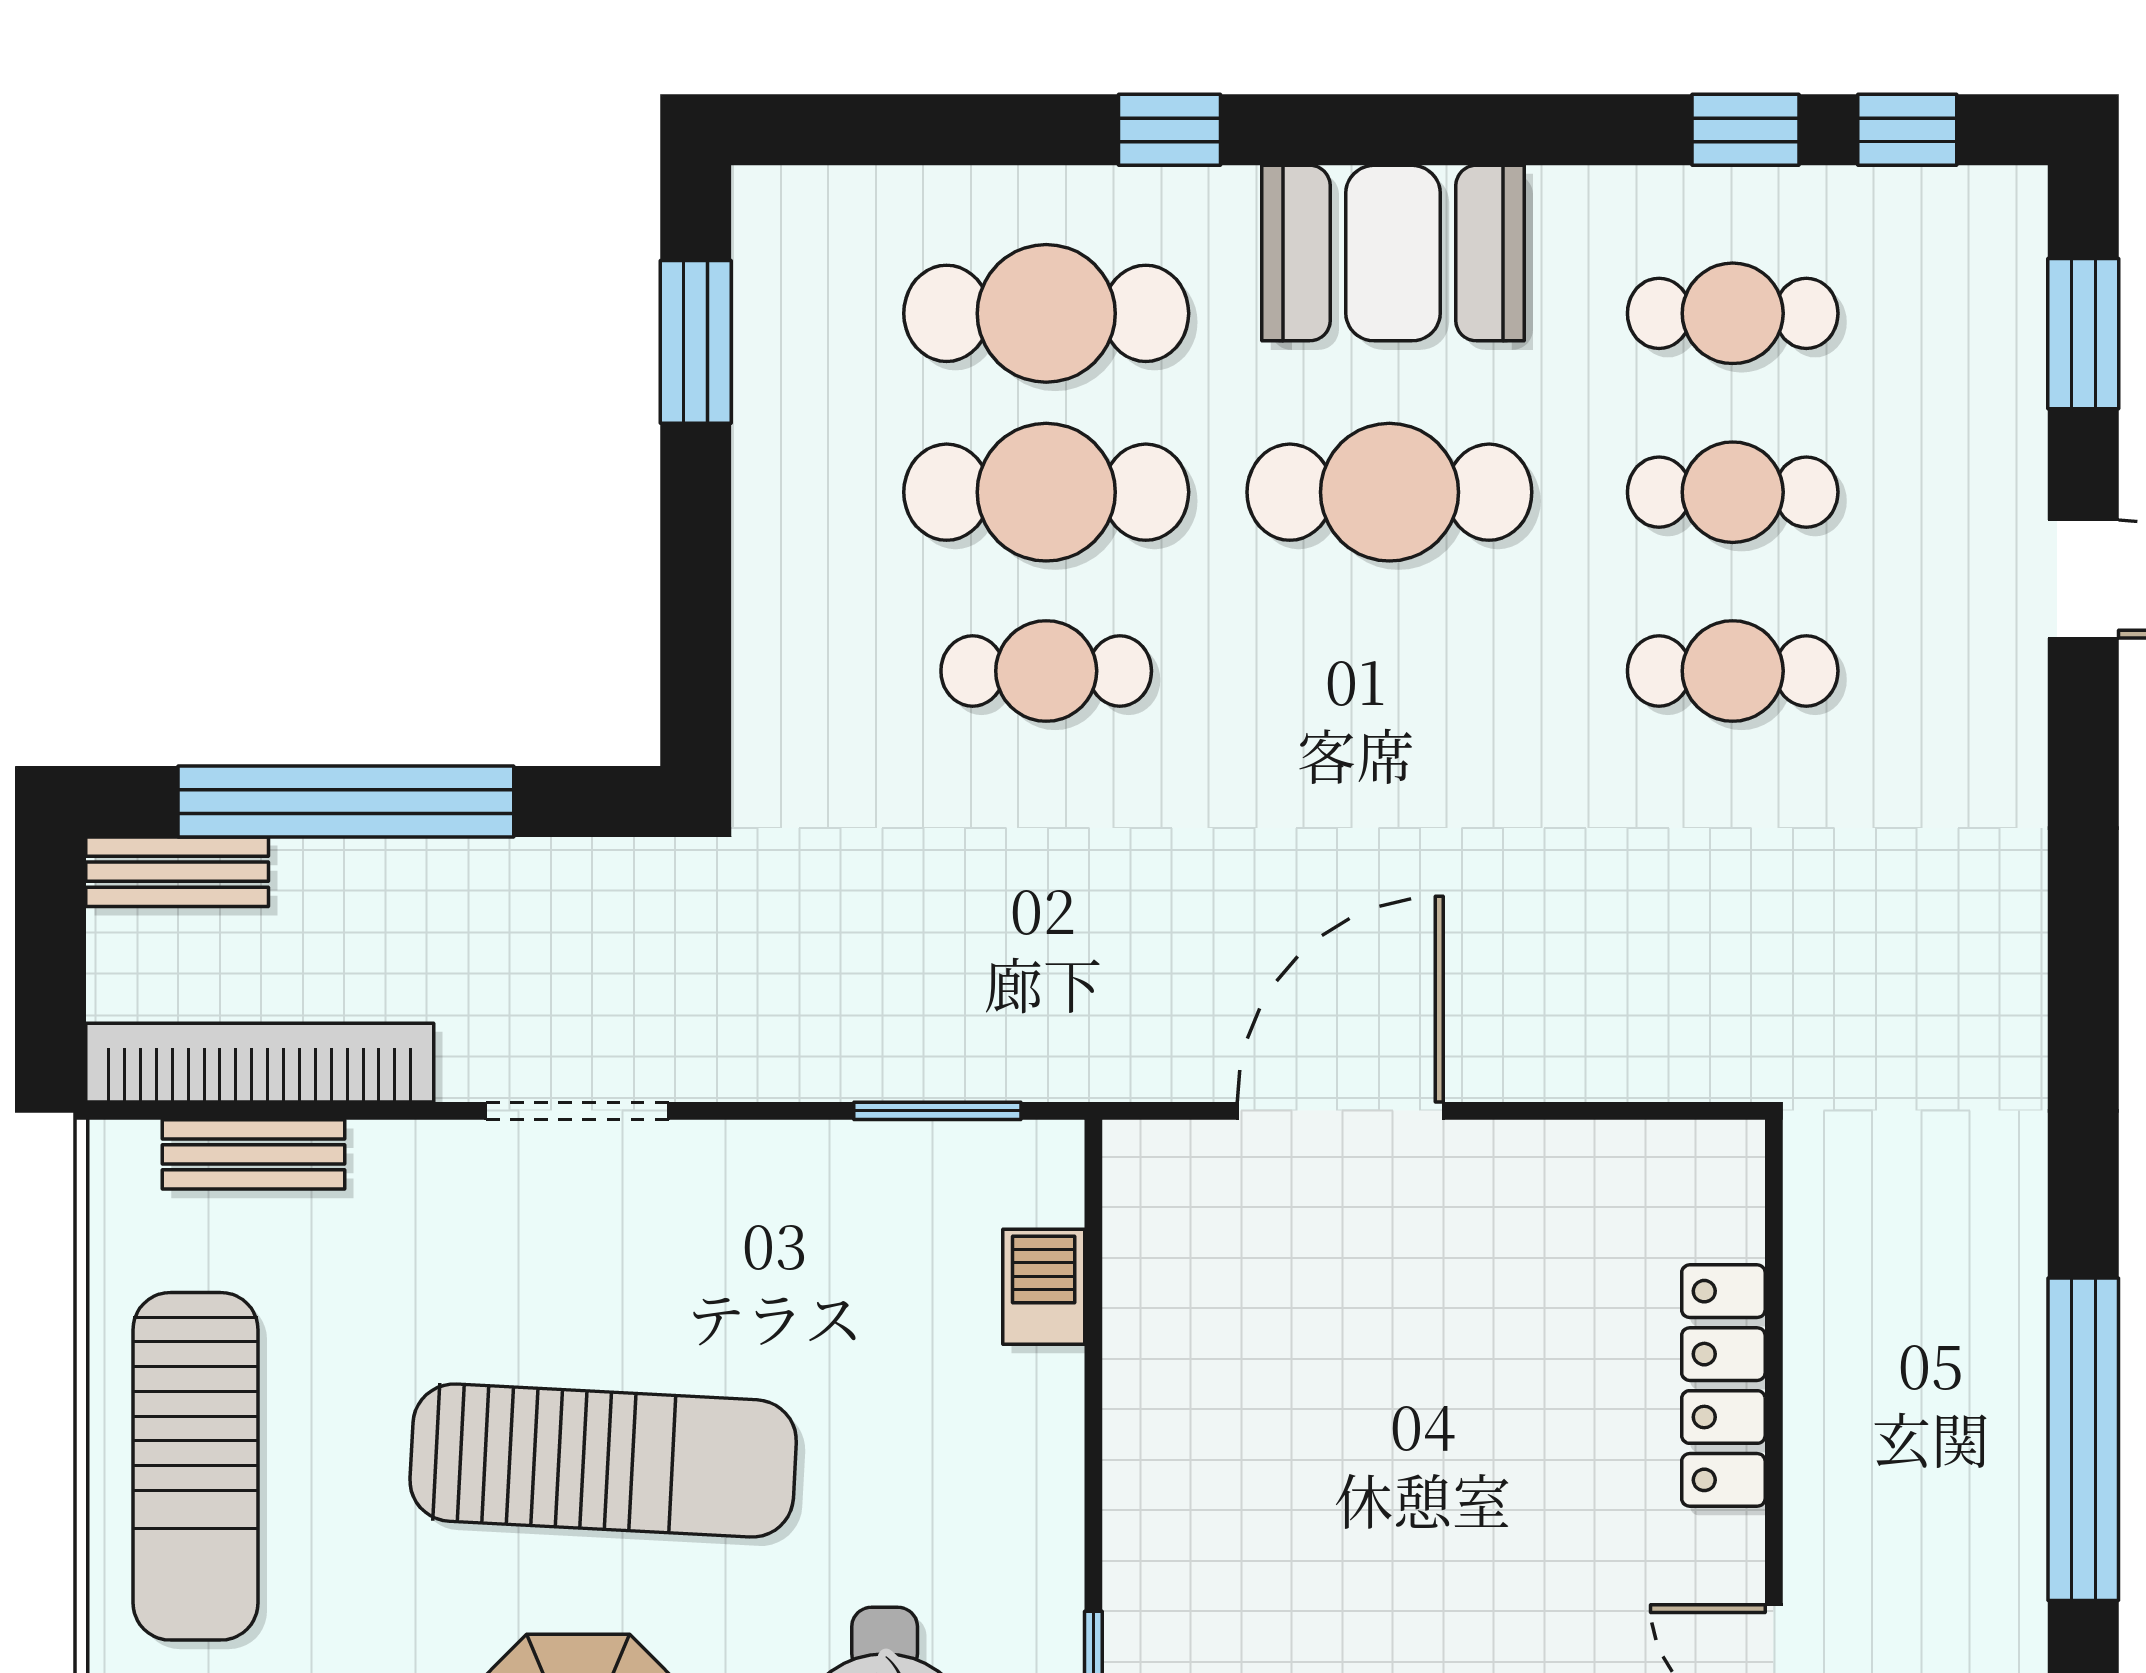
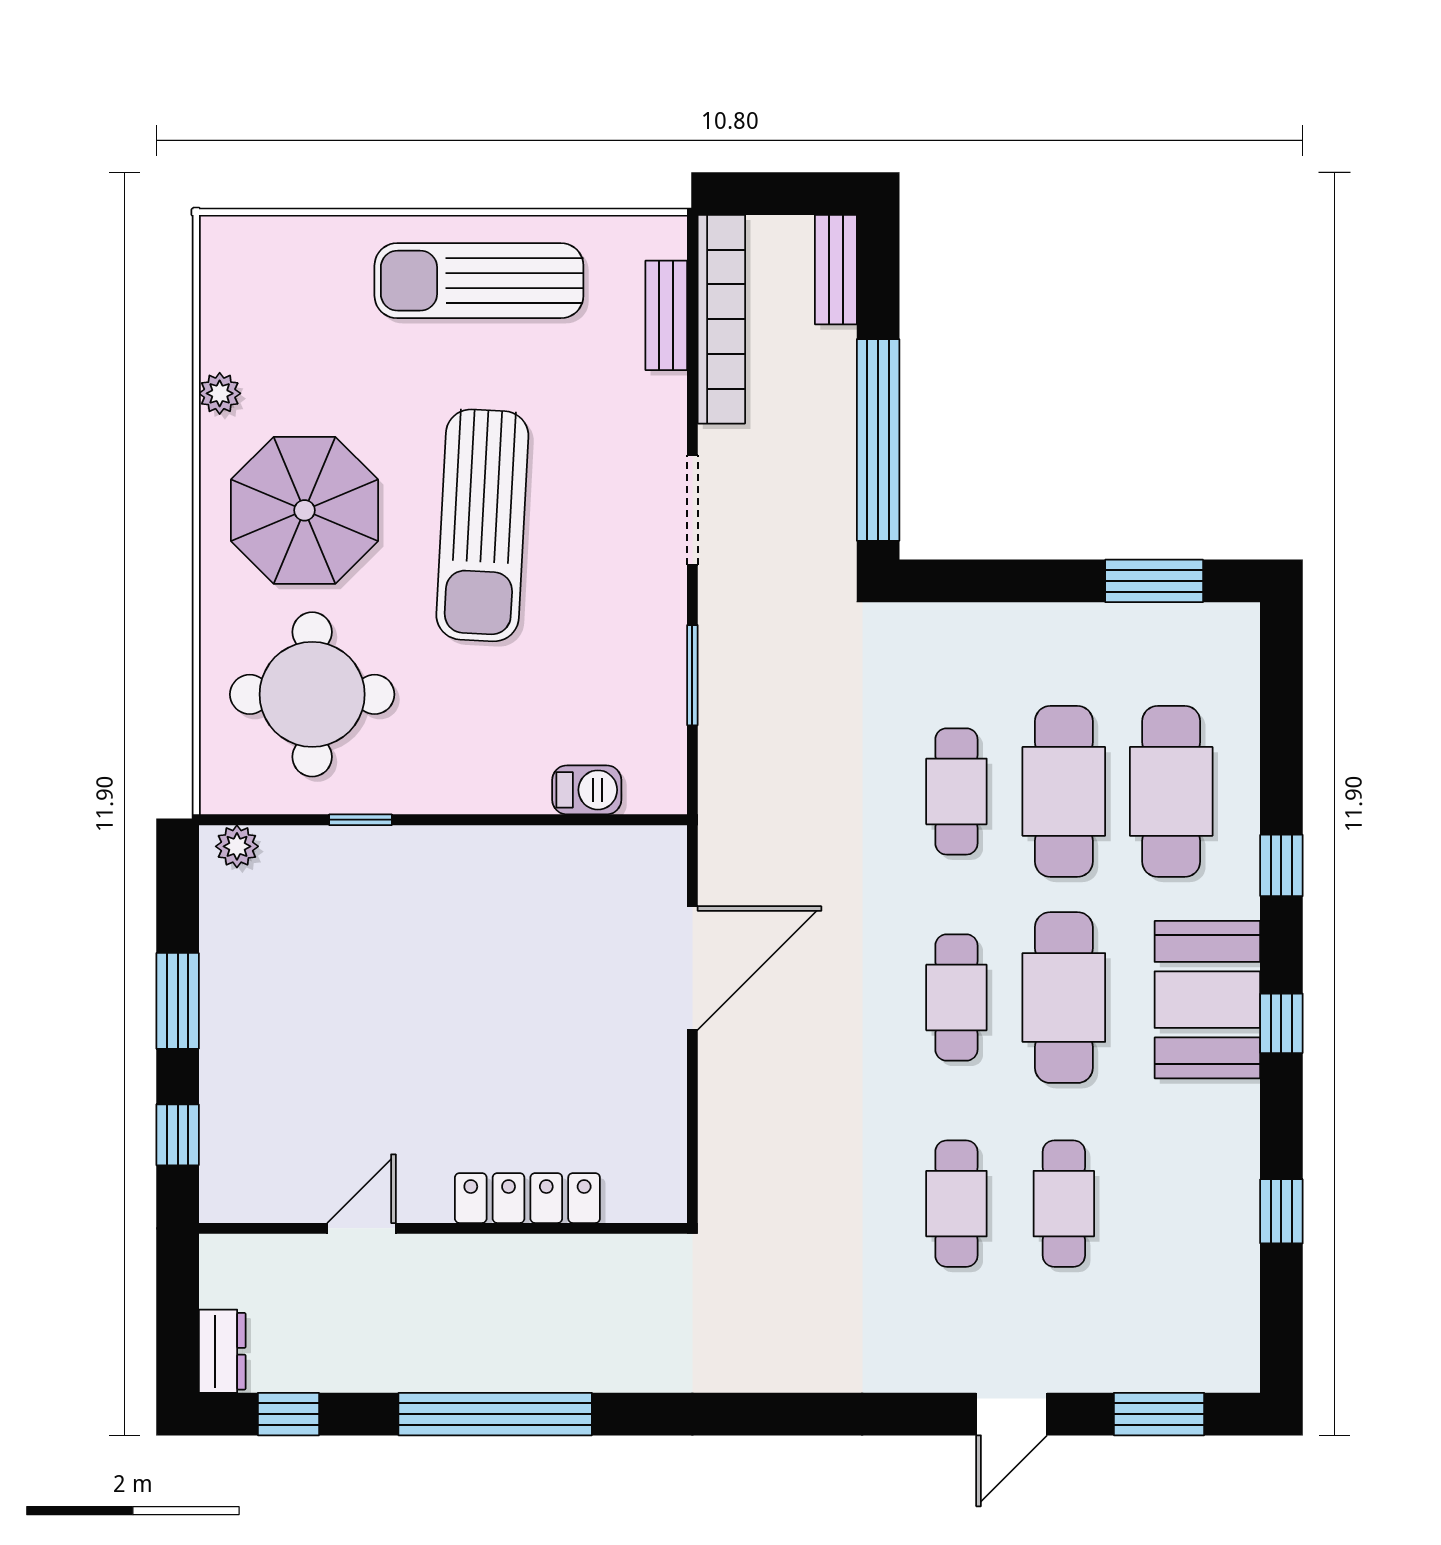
window: (1907, 130) -> (1281, 1023), moved
cafe table: (1733, 313) -> (956, 998), moved
window: (346, 802) -> (878, 440), moved
window: (937, 1111) -> (692, 675), moved
door: (1340, 1111) -> (692, 968), hinge flipped

